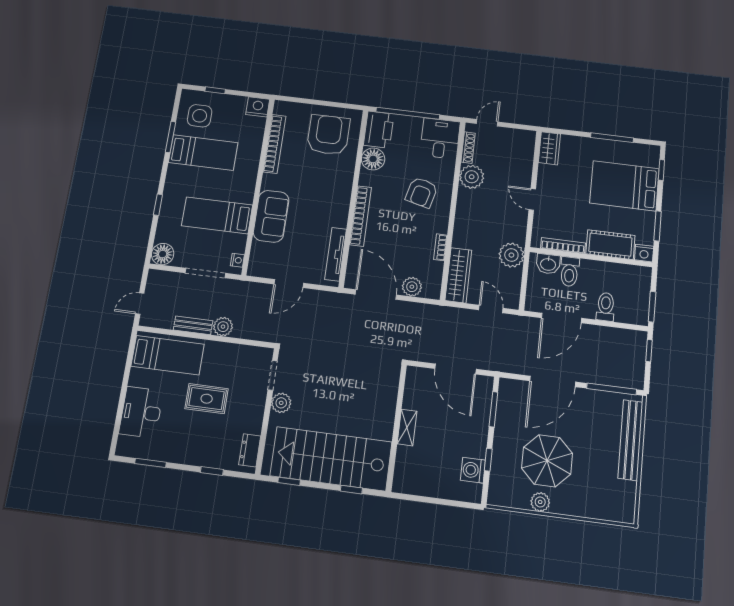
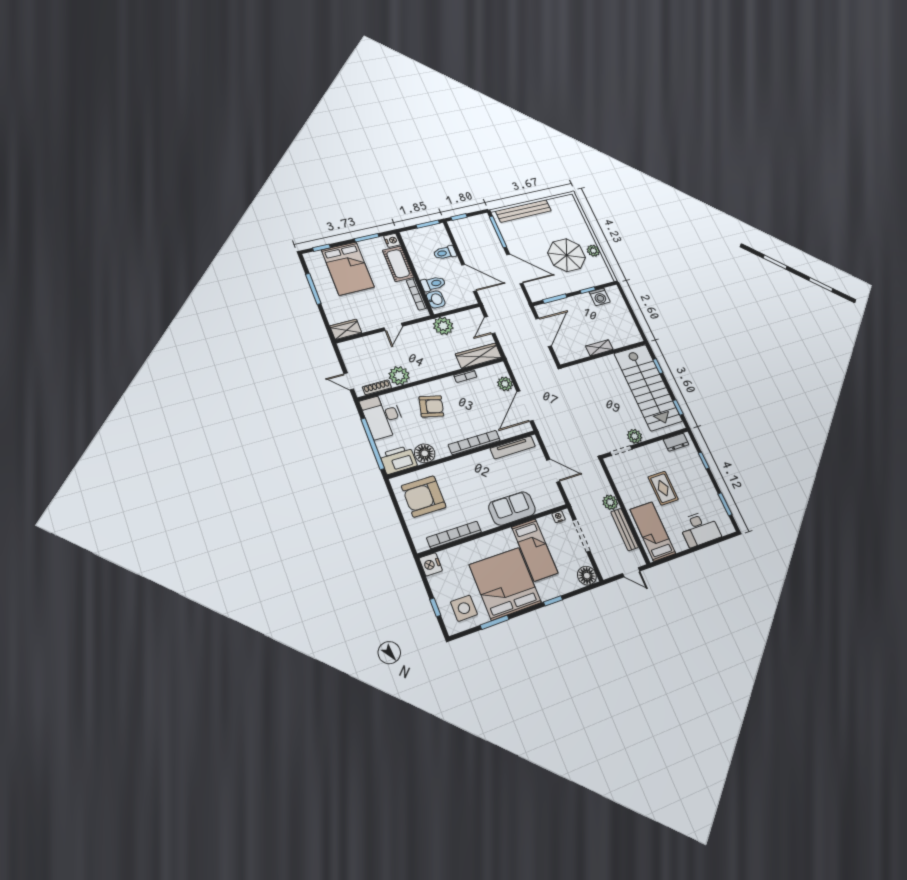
desk: (440, 138) -> (383, 416), width x1.37
bed: (203, 153) -> (505, 584), width x2.04
bench: (193, 325) -> (625, 530), width x1.36

